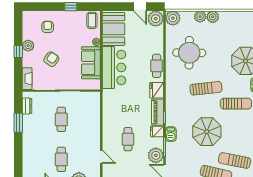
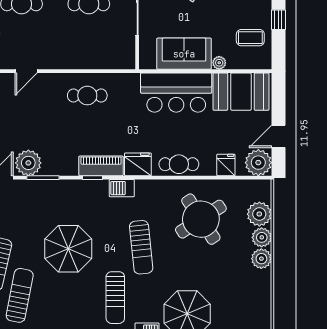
plant: (173, 18) -> (259, 214), moved
coffee table: (92, 20) -> (250, 38), moved
round table: (189, 53) -> (201, 219), turned -34
fridge: (157, 132) -> (226, 165), moved
barbecue: (171, 134) -> (122, 188), moved
cafe table: (128, 139) -> (87, 96), moved

